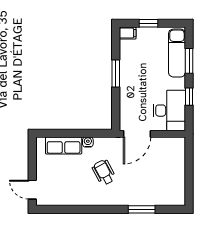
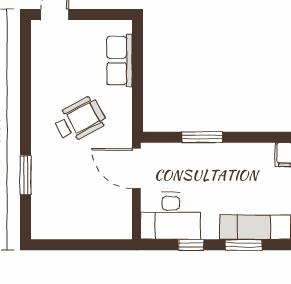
window: (116, 73) -> (202, 137), moved
water cooler: (88, 142) -> (124, 96), removed
wheelchair: (104, 172) -> (80, 120), width x1.36, depth x1.37

